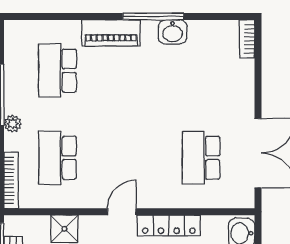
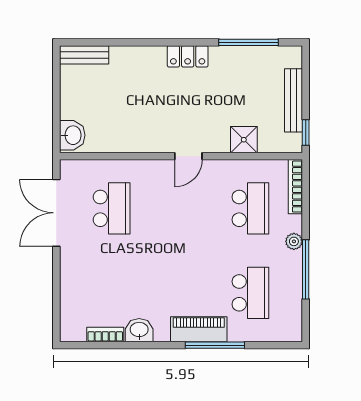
window: (153, 17) -> (215, 345), moved
bookcase: (247, 39) -> (105, 335), moved, turned -90
locker: (169, 226) -> (143, 143), removed

